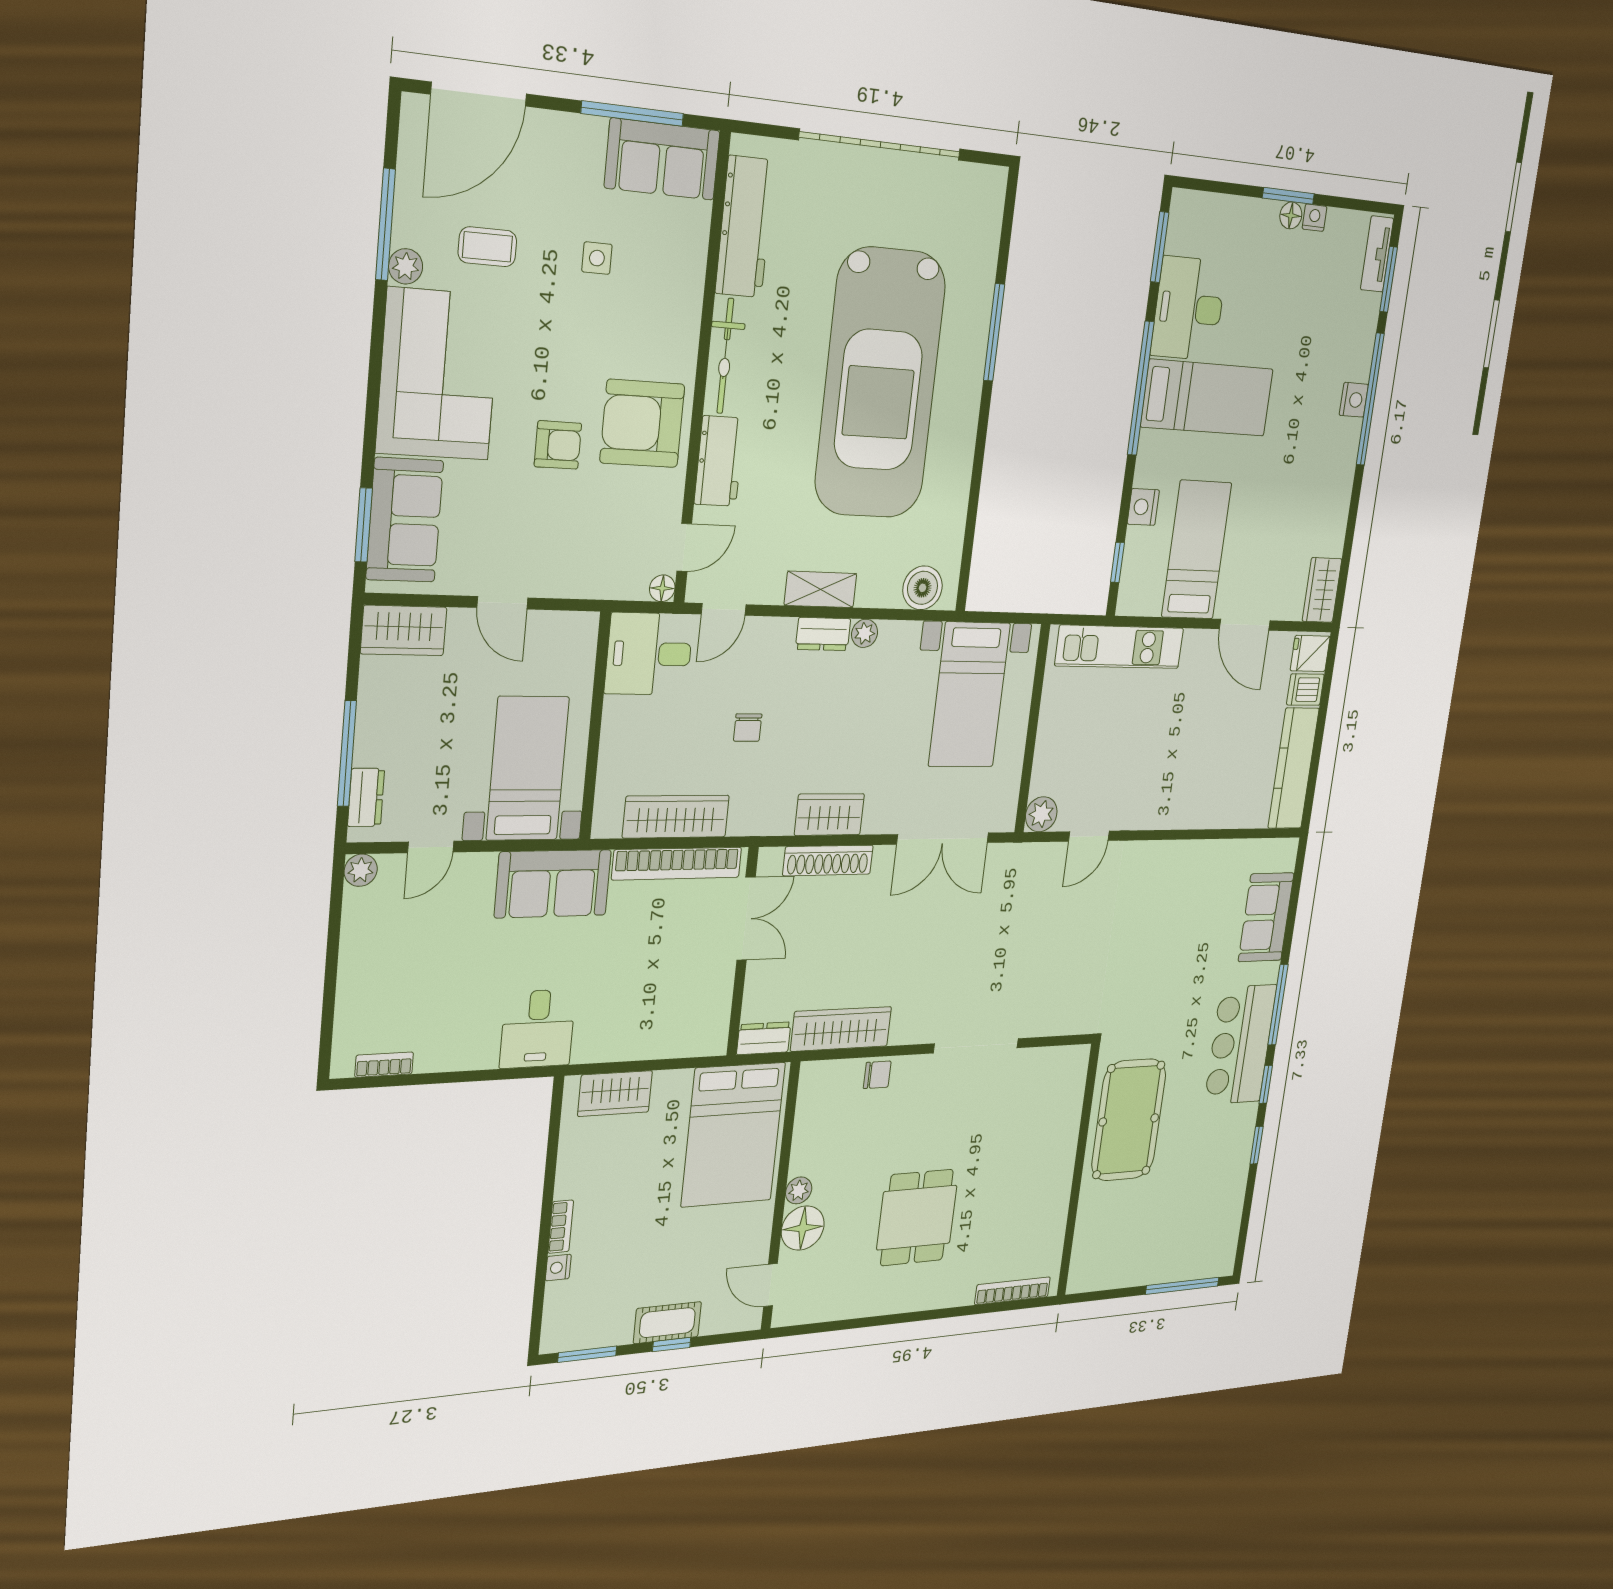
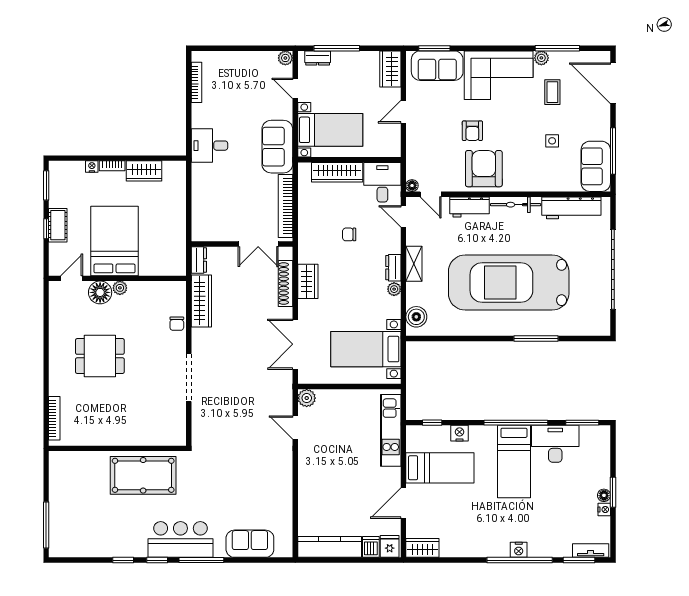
wardrobe: (676, 817) -> (337, 172), moved, turned 90
bookcase: (384, 1065) -> (196, 82), width x1.56
wardrobe: (615, 1094) -> (144, 171), moved, turned -90
bed: (733, 1135) -> (114, 241), moved, turned 90

